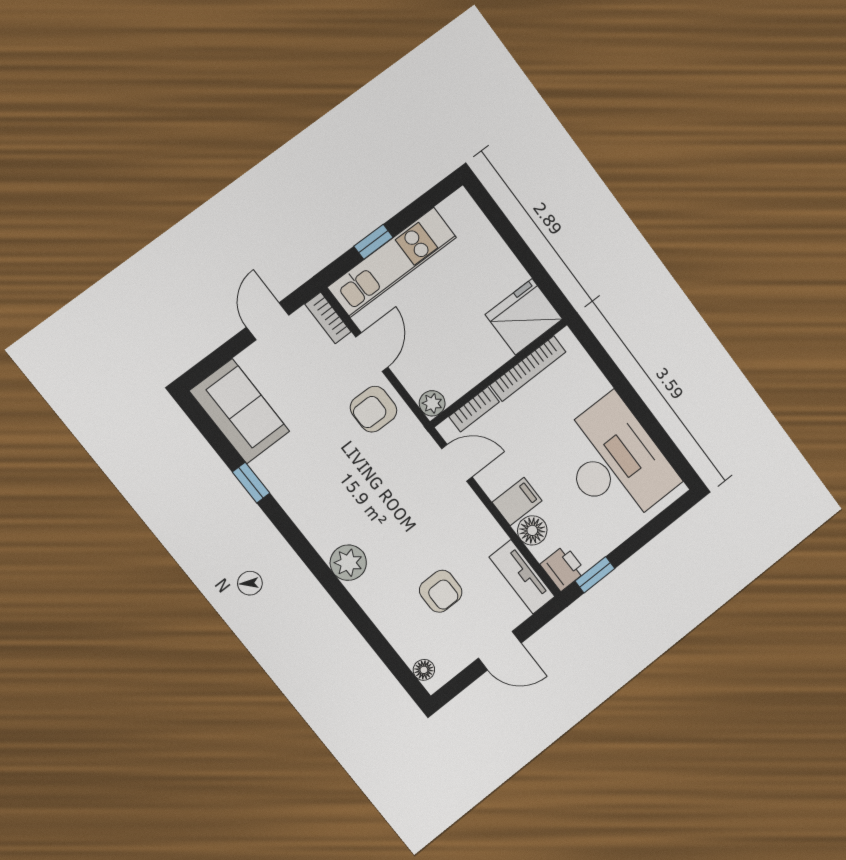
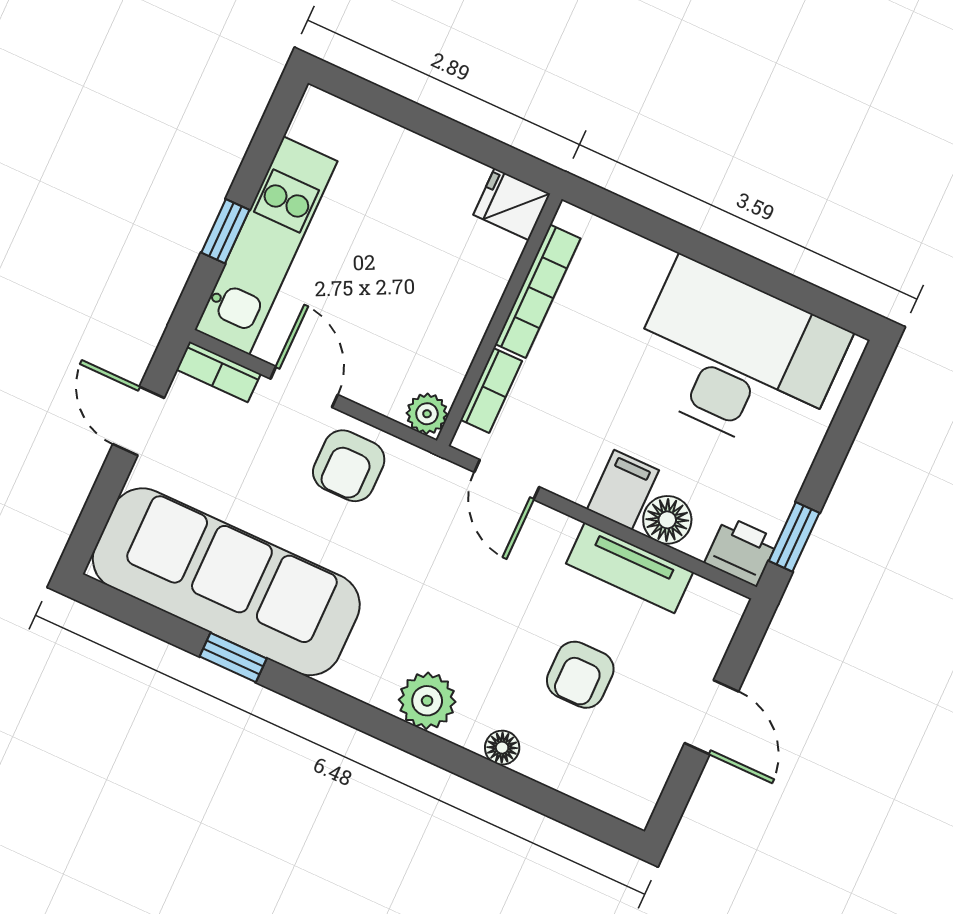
fridge: (524, 317) -> (512, 204), width x0.53, depth x0.75
sofa: (239, 411) -> (226, 582), width x1.85, depth x1.27
door: (457, 463) -> (507, 480), swing flipped
tv unit: (522, 577) -> (630, 568), moved
armchair: (441, 591) -> (580, 675), turned 90
door: (500, 651) -> (712, 717), hinge flipped
floor lamp: (424, 670) -> (502, 748), moved

